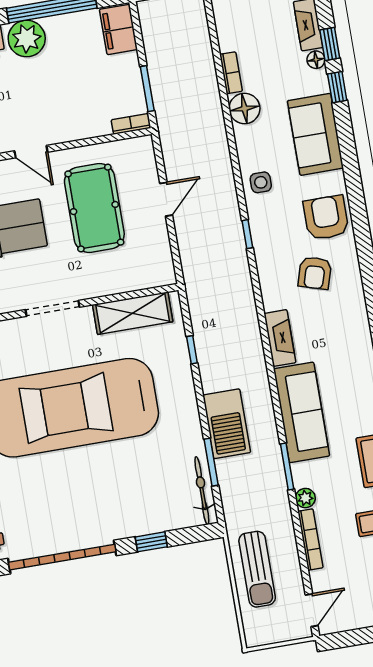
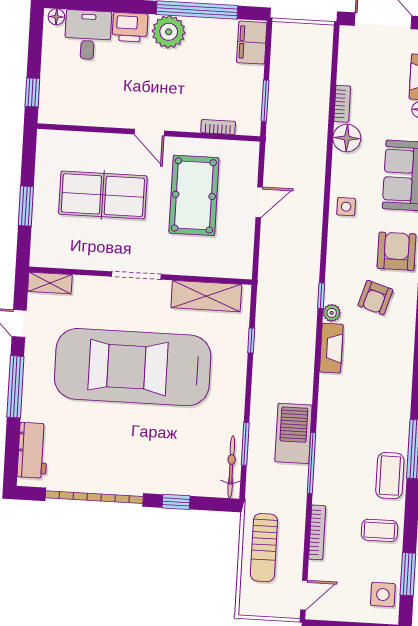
bookcase: (131, 124) -> (218, 127), moved
window: (247, 234) -> (321, 296), moved
sofa: (301, 412) -> (335, 418), removed
barbecue: (227, 424) -> (293, 433), moved, turned 180
window: (287, 466) -> (311, 463), width x1.44
plant: (305, 498) -> (332, 313), moved

